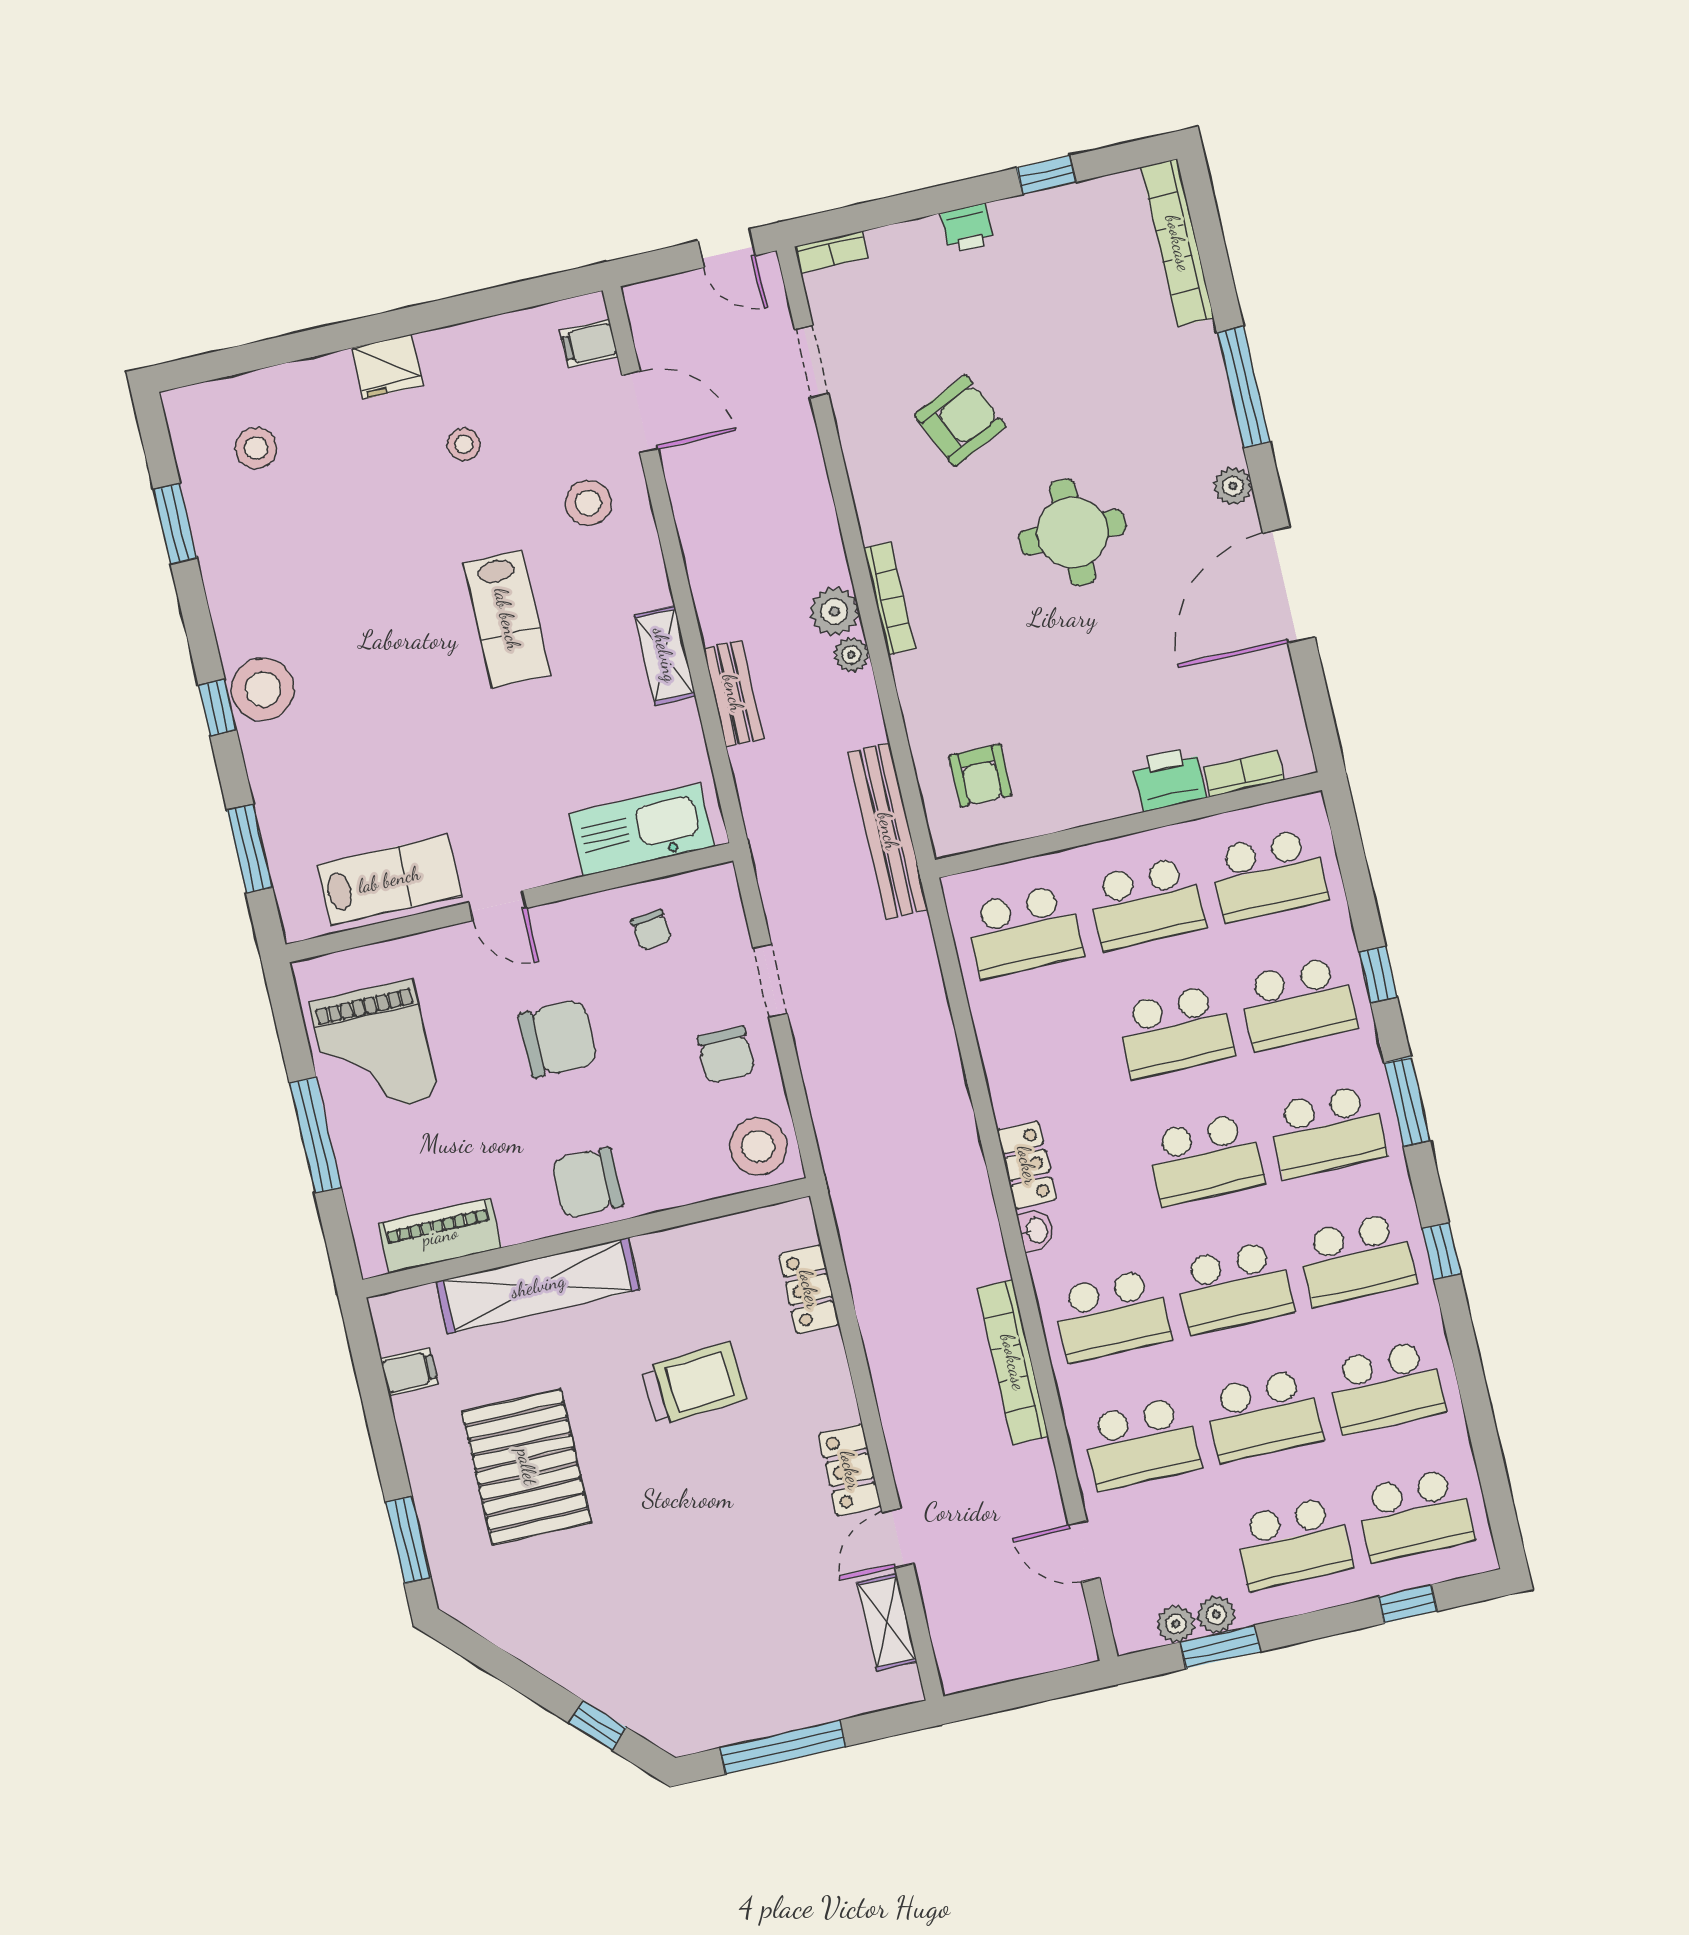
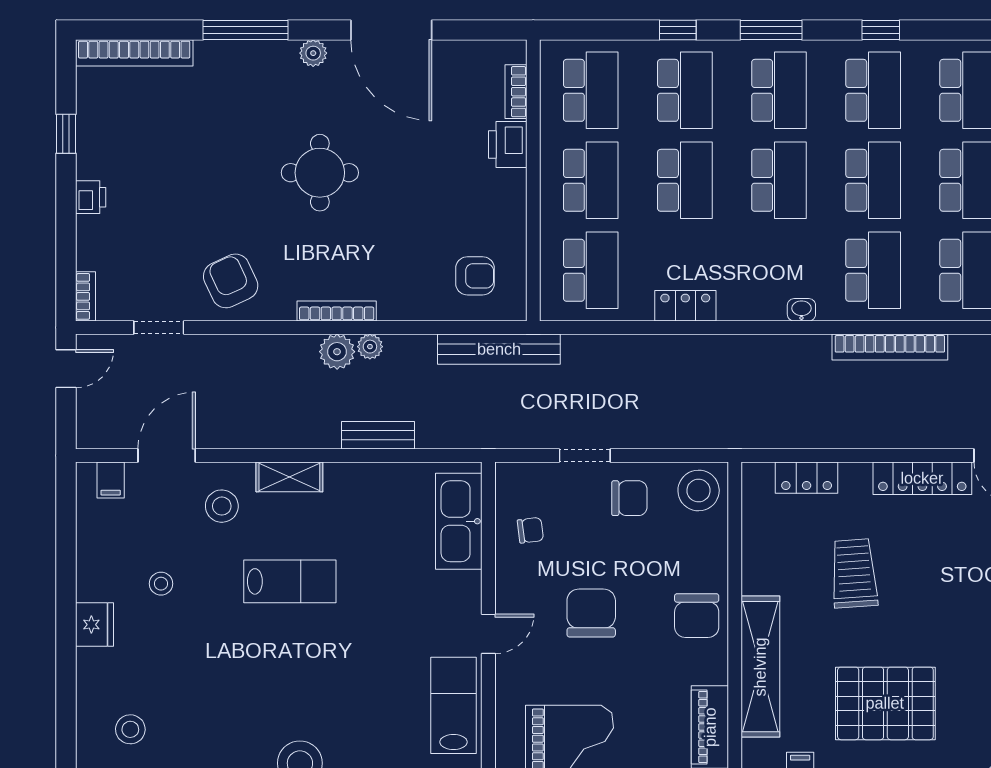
armchair: (960, 421) -> (231, 281), moved
shelving: (665, 655) -> (289, 477), moved
locker: (1027, 1165) -> (685, 306), moved
locker: (850, 1470) -> (922, 478), width x1.53

